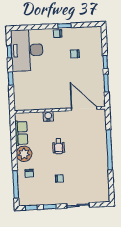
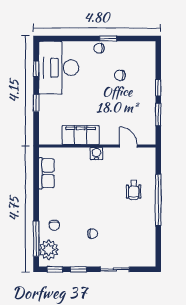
filing cabinet: (47, 102) -> (81, 135), added
door: (84, 109) -> (128, 146), width x0.53
water cooler: (48, 116) -> (97, 154), moved
wheelchair: (59, 146) -> (134, 190), moved
plant: (24, 154) -> (49, 250), moved

